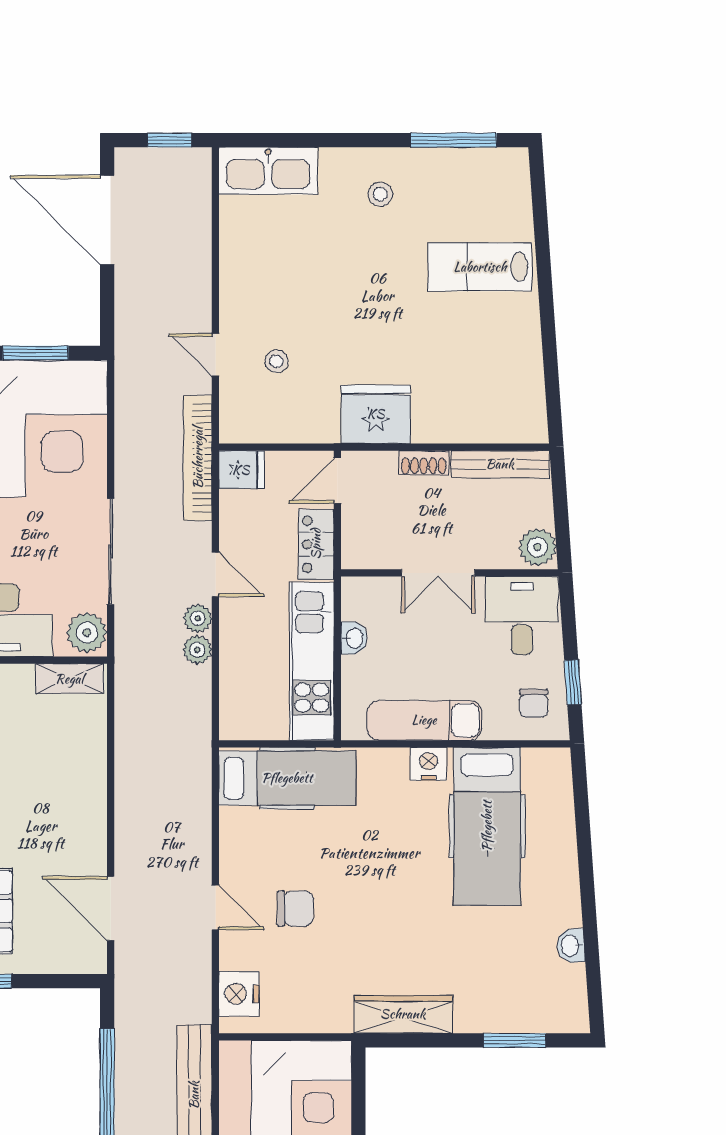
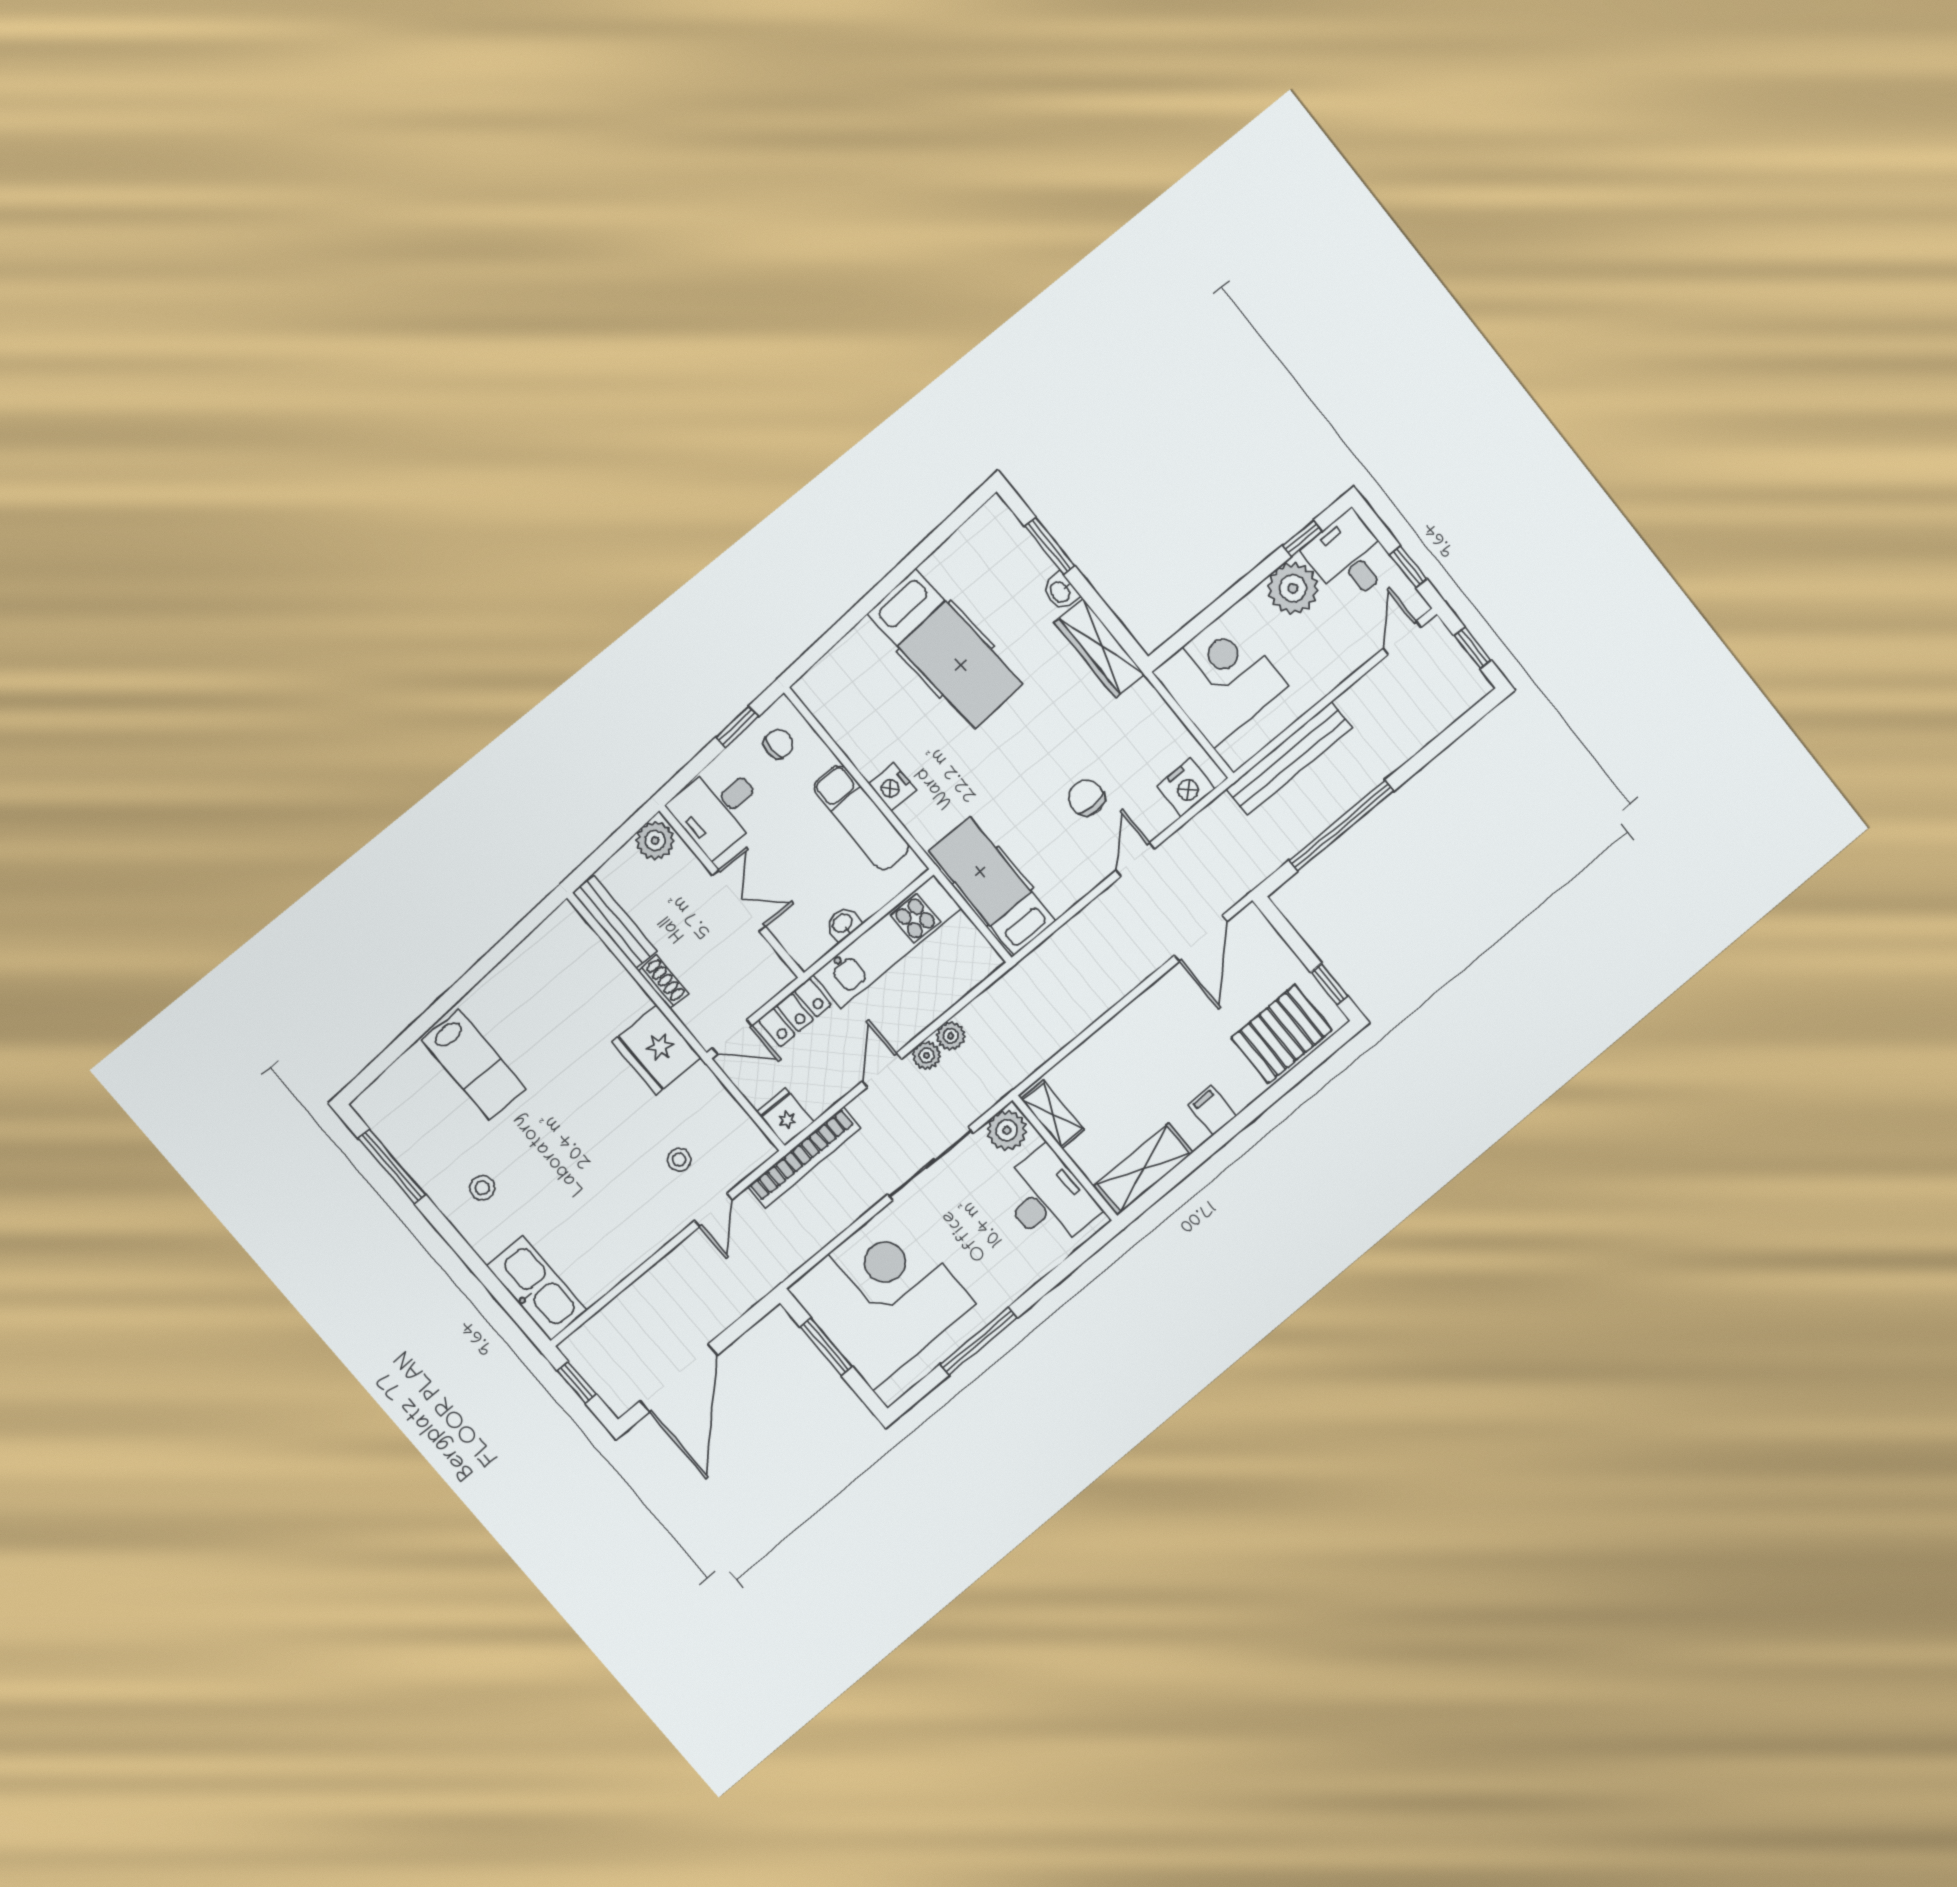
hospital bed: (487, 826) -> (945, 649), moved, turned 86
washbasin: (571, 946) -> (1061, 592), moved, turned 94

